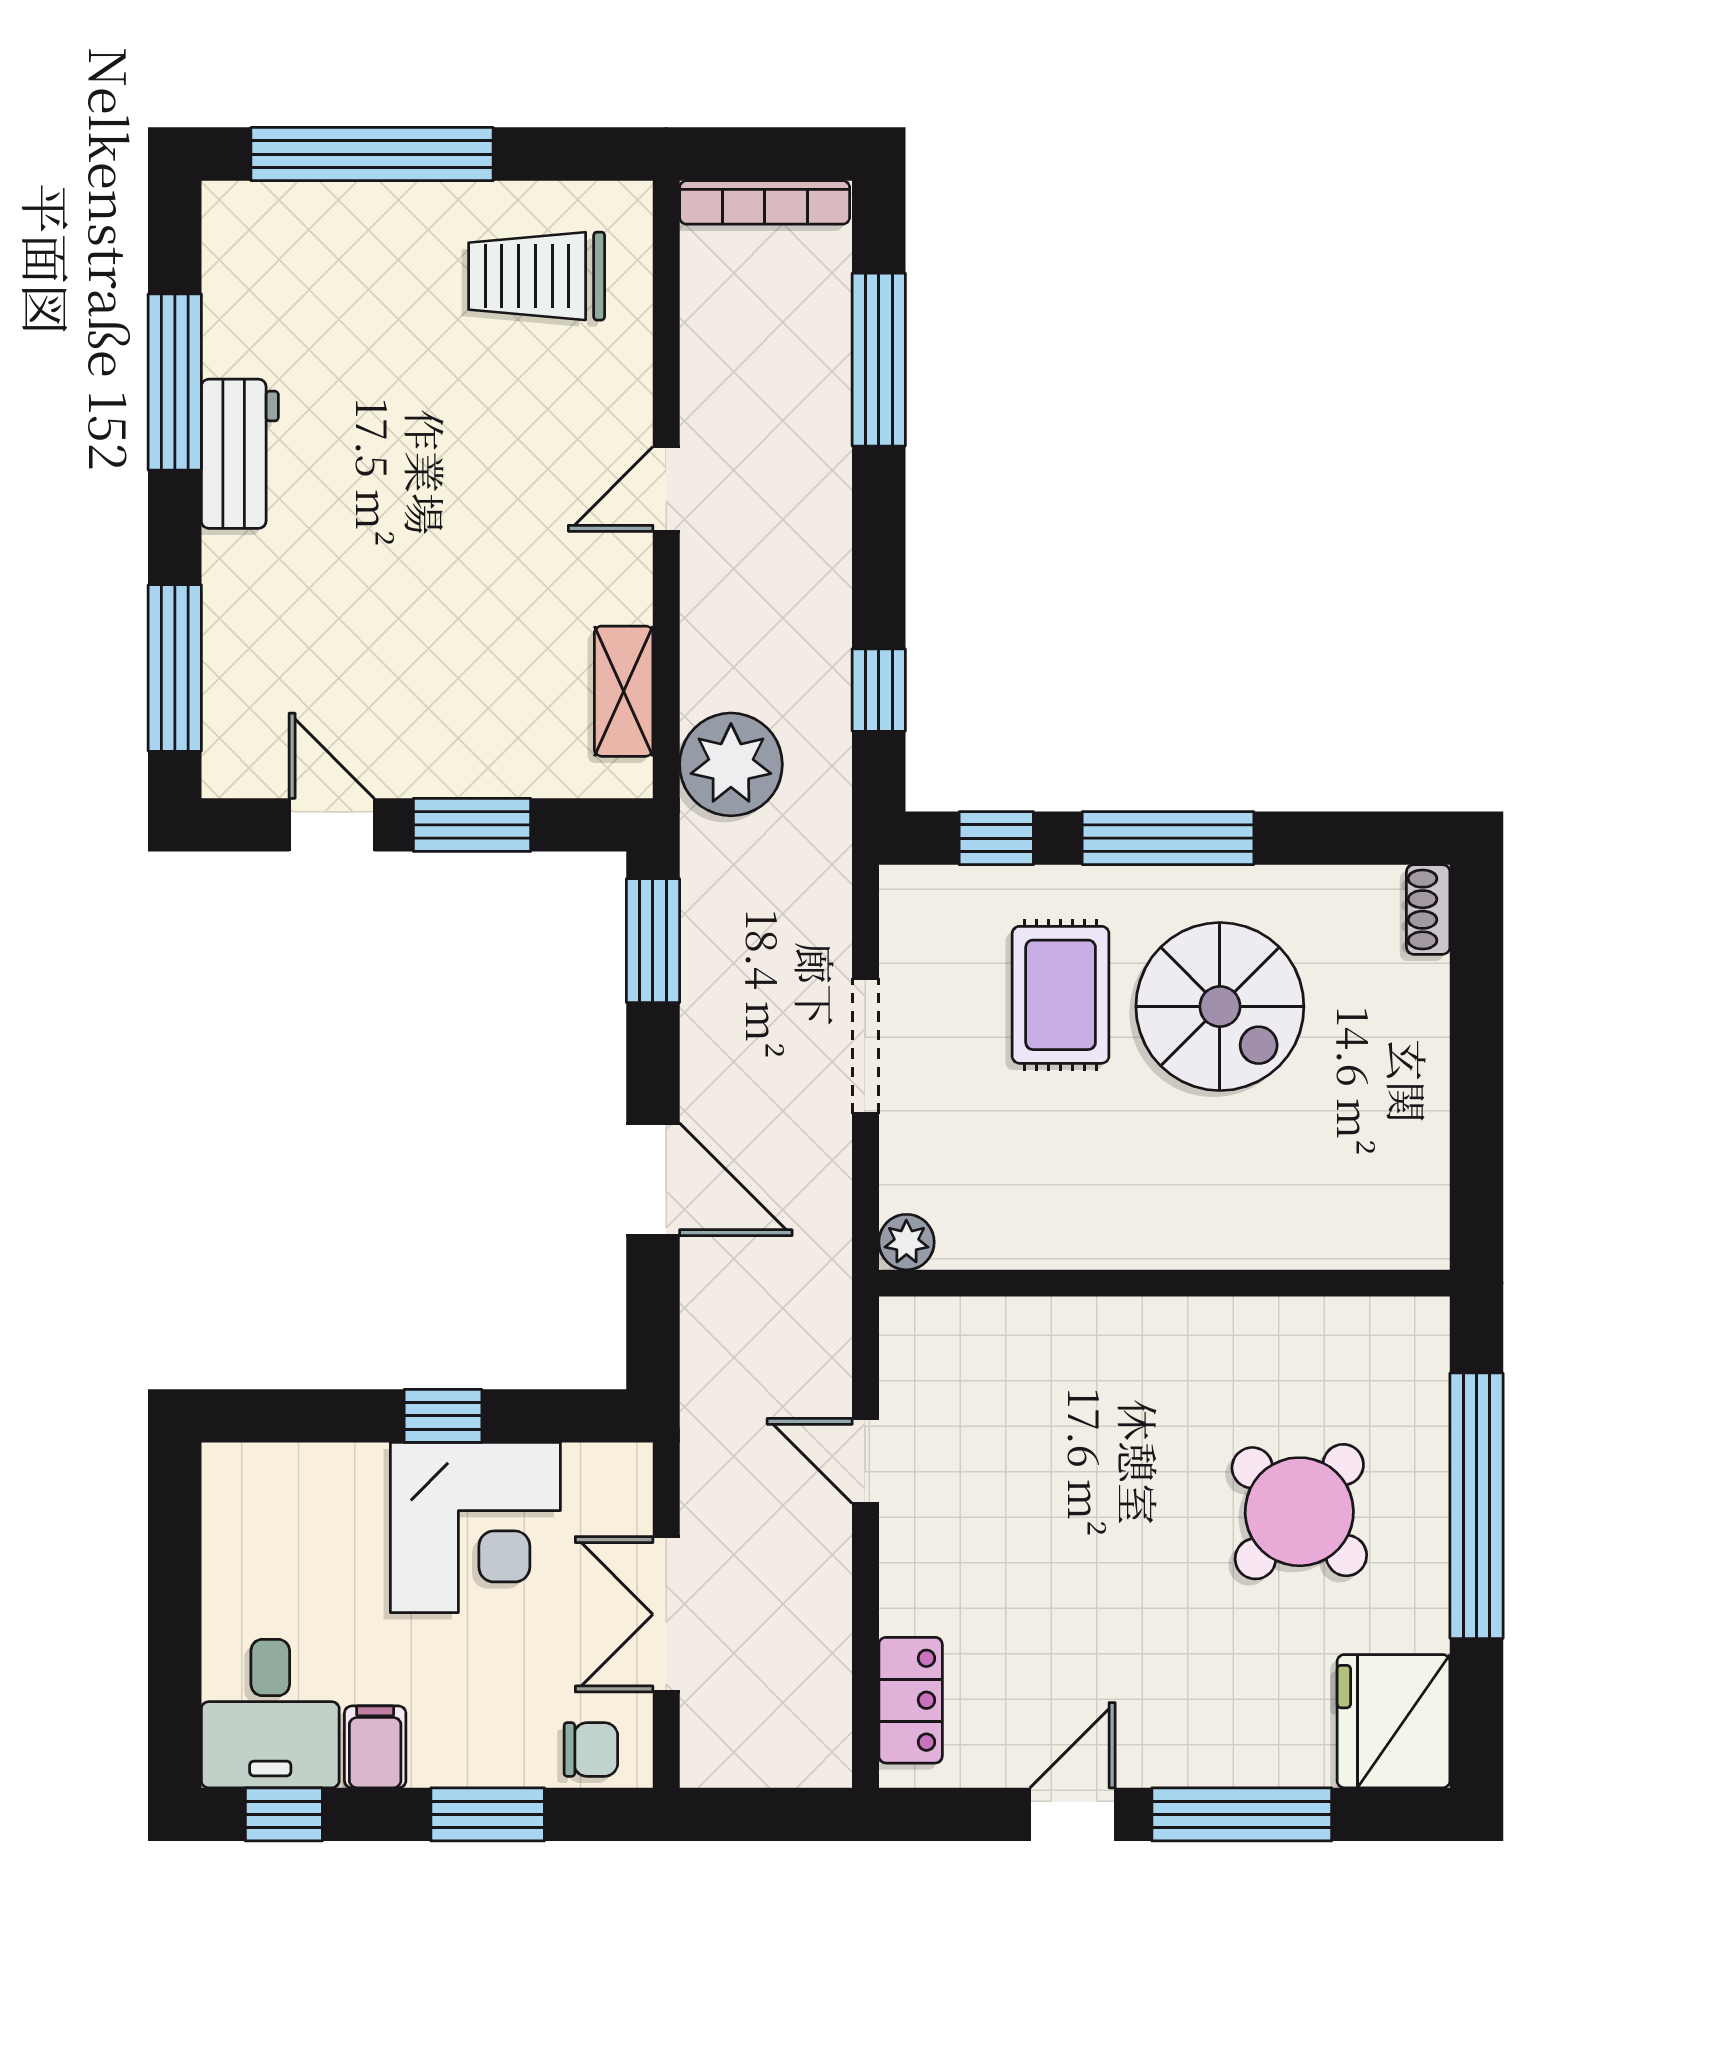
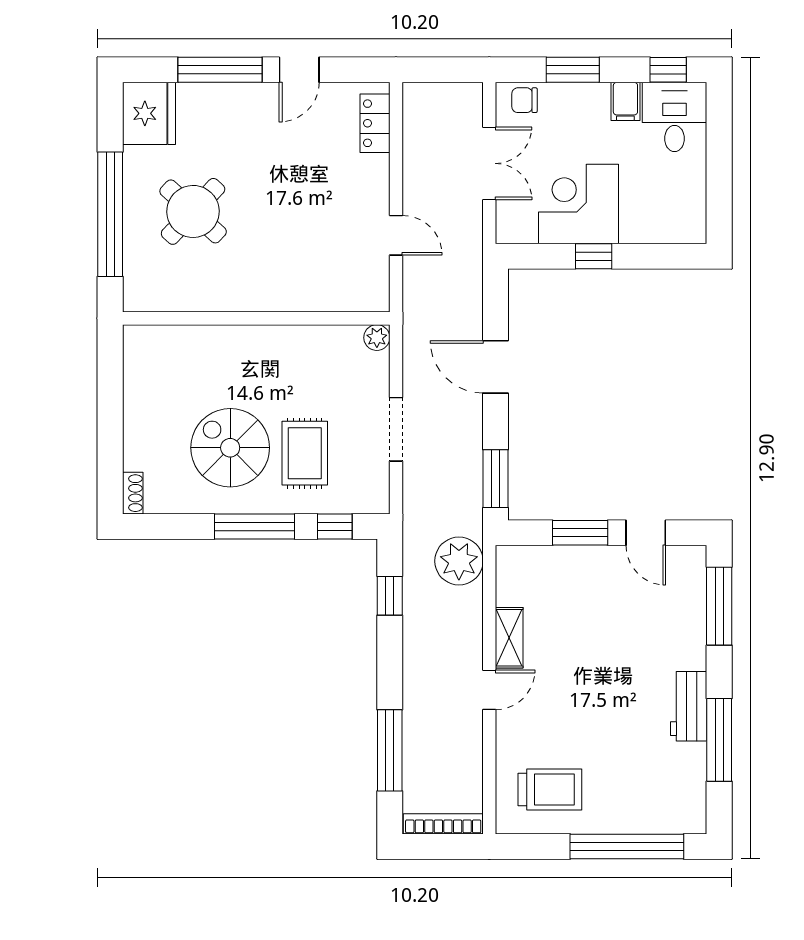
shelving: (624, 691) -> (509, 638), moved

